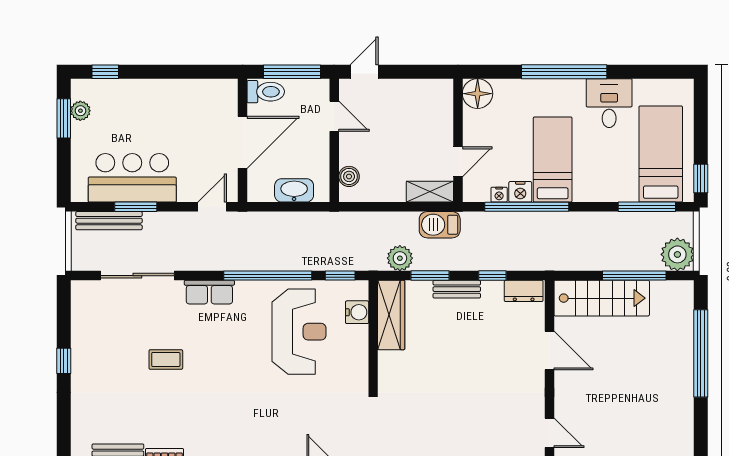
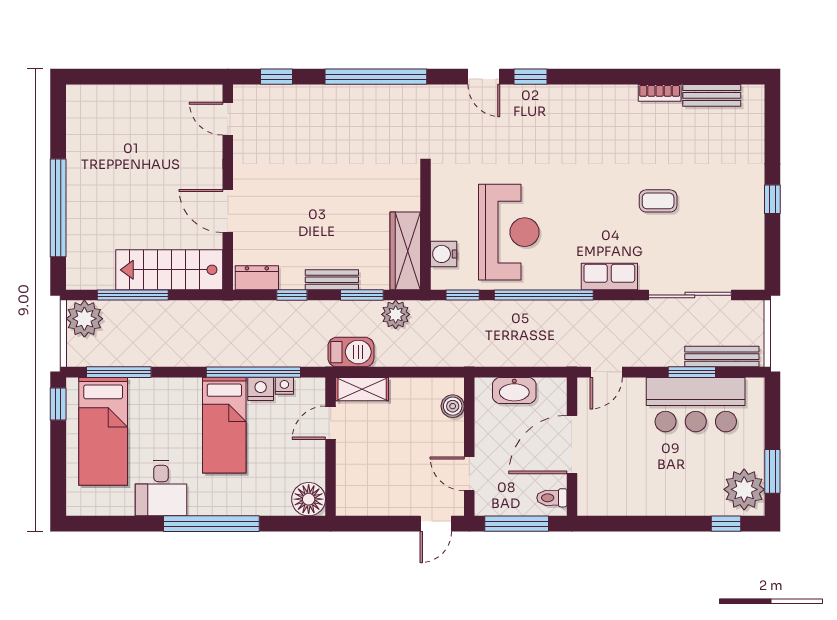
toilet: (266, 92) -> (552, 498), width x0.73, depth x0.72
plant: (80, 111) -> (744, 489), width x1.87, depth x1.87
reception desk: (299, 332) -> (509, 232), turned 180

